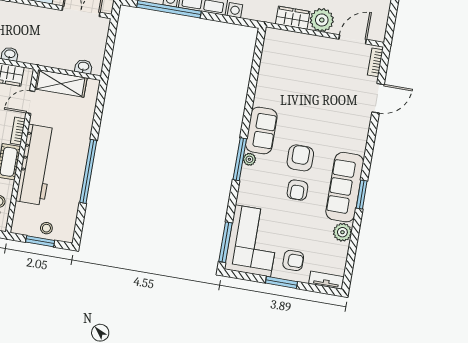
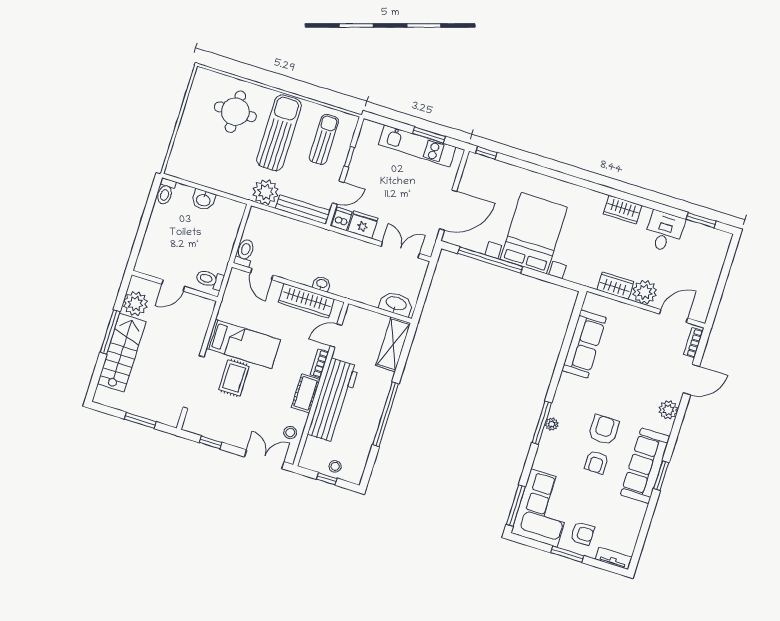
washbasin: (84, 67) -> (396, 304), width x1.91, depth x1.45
shelving: (61, 83) -> (393, 344), moved, turned 90
sofa: (261, 130) -> (584, 344), moved, width x1.36
plant: (342, 232) -> (668, 410), moved
window: (40, 241) -> (327, 479), width x0.67

